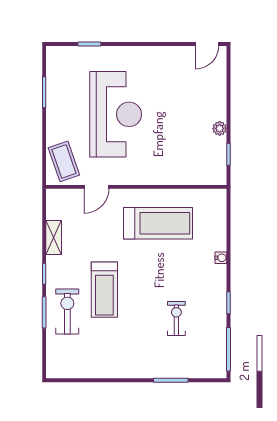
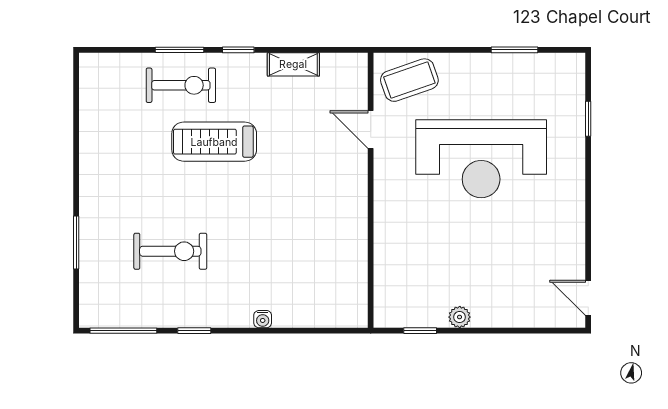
treadmill: (158, 223) -> (315, 223), removed
exercise bike: (176, 318) -> (170, 251), width x1.38, depth x1.39

